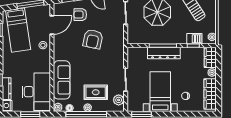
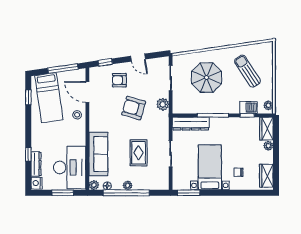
door: (52, 25) -> (87, 92), swing flipped
armchair: (93, 39) -> (134, 108), turned 94
dresser: (164, 53) -> (191, 124), moved
rug: (96, 92) -> (139, 153), moved, turned 90
wardrobe: (210, 94) -> (266, 176), width x0.67
plant: (119, 100) -> (163, 104), moved

